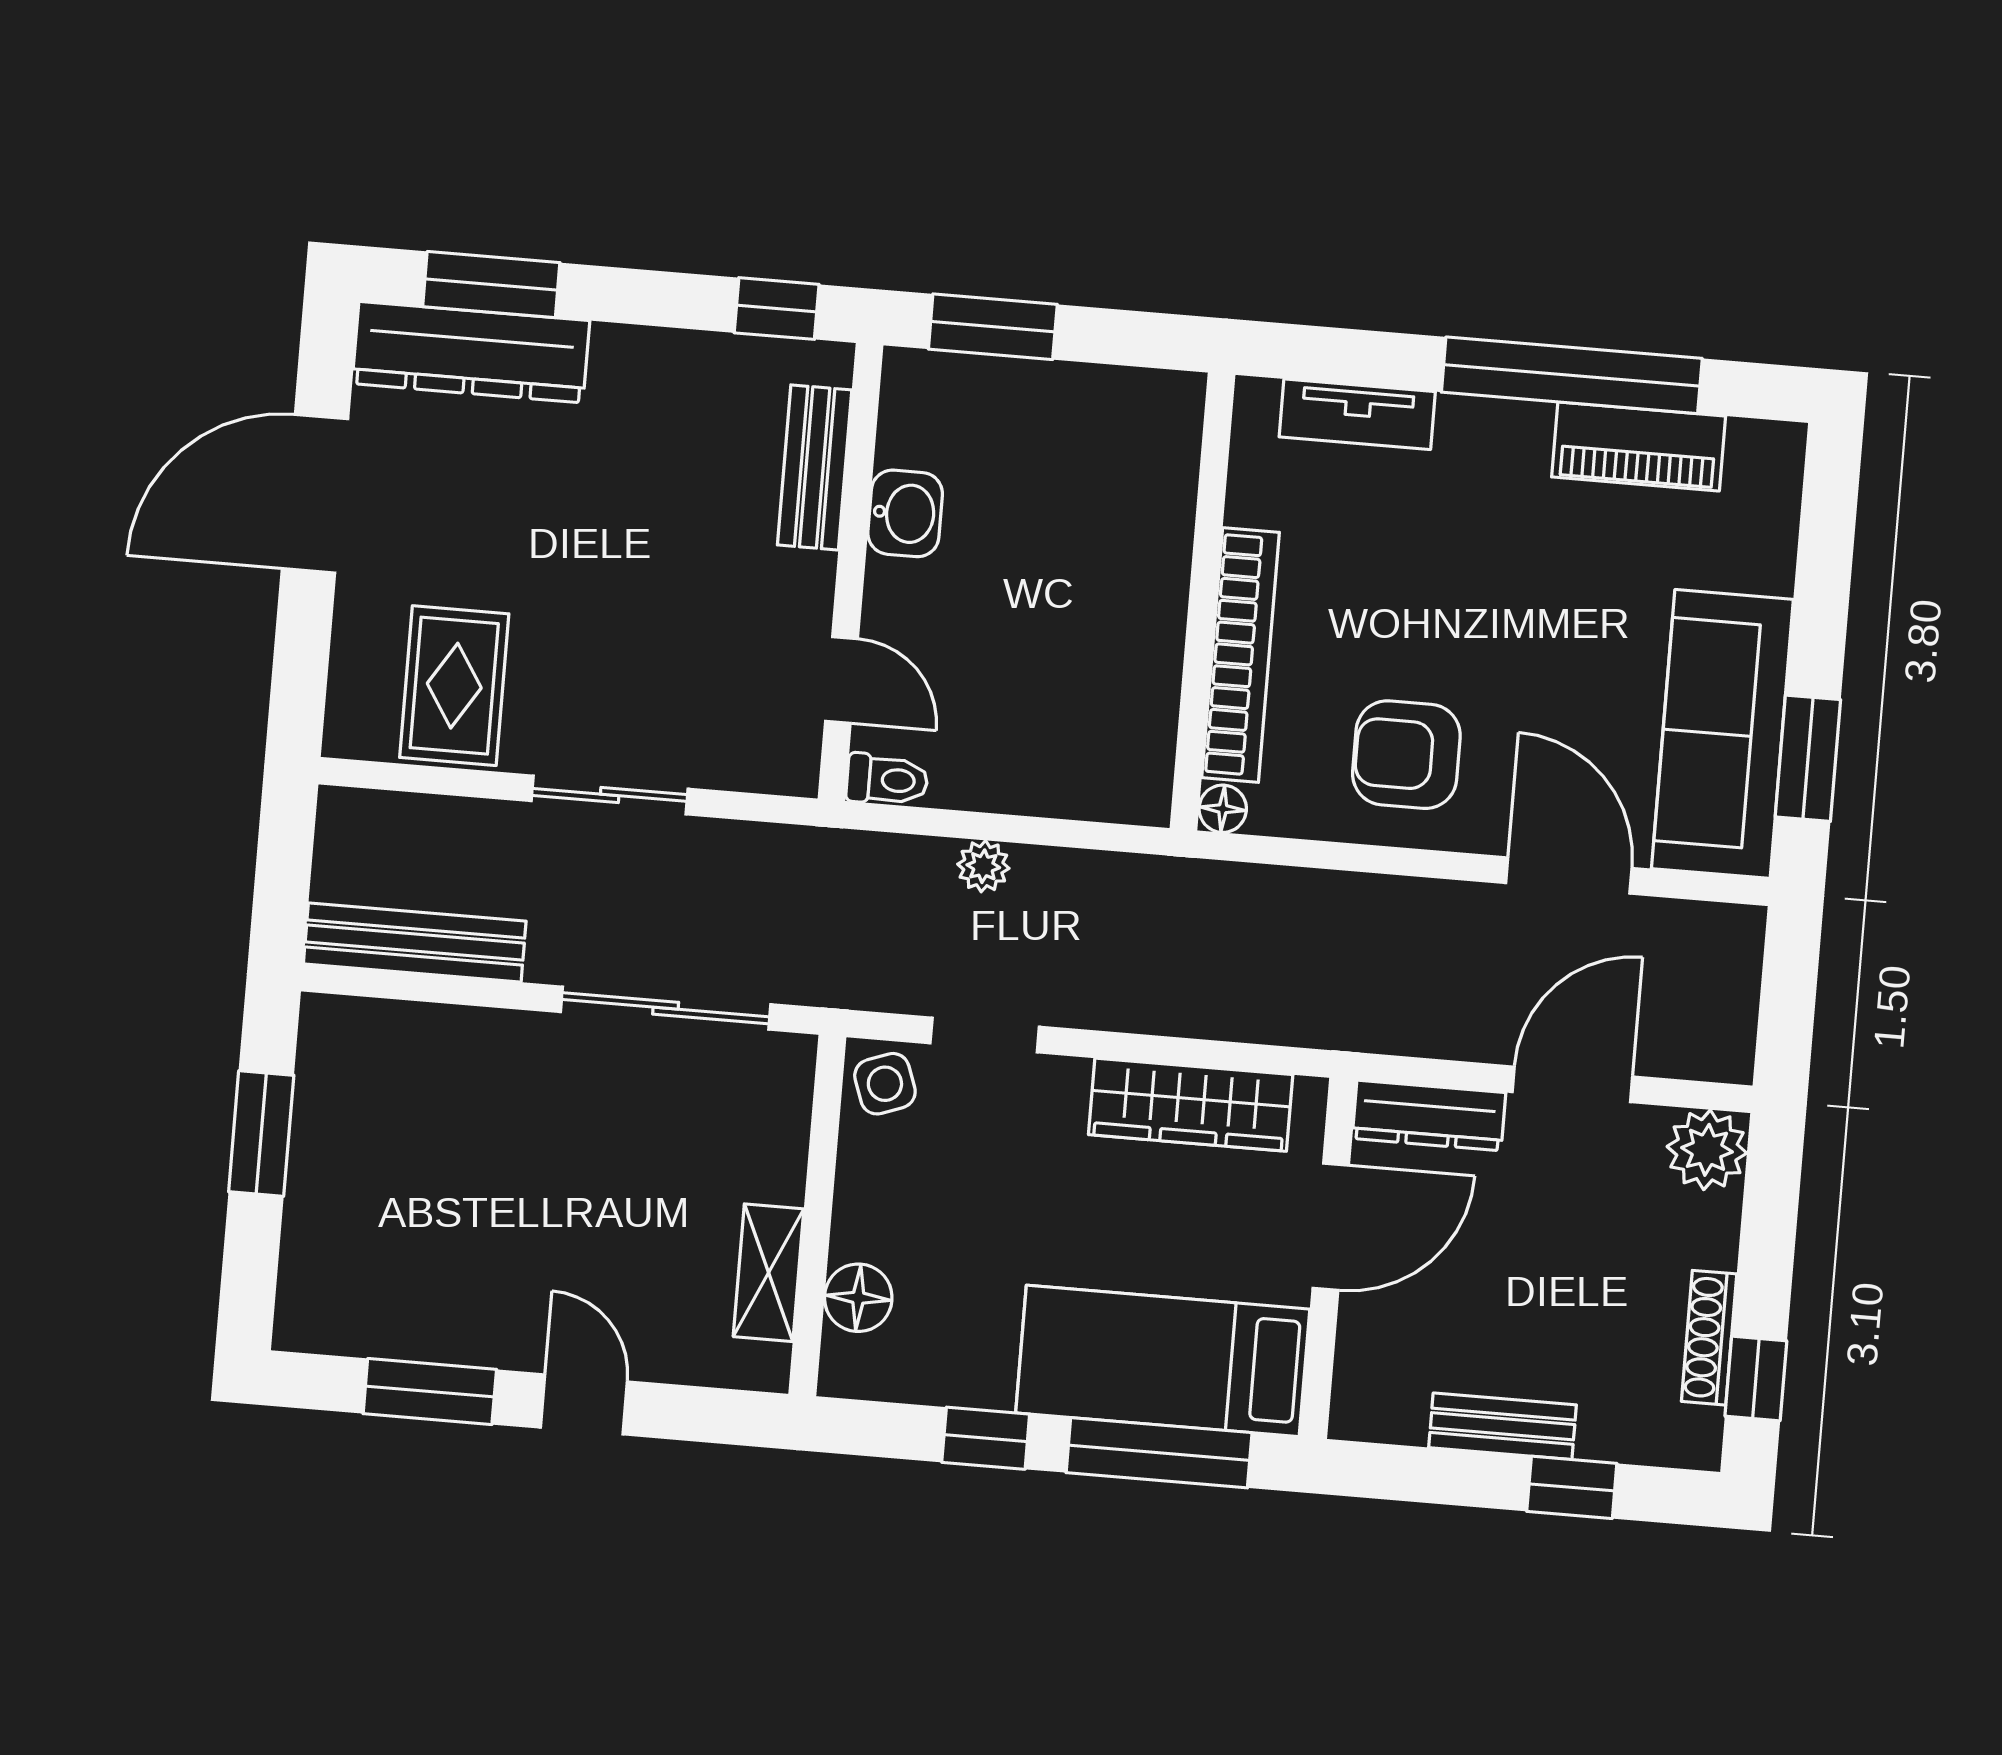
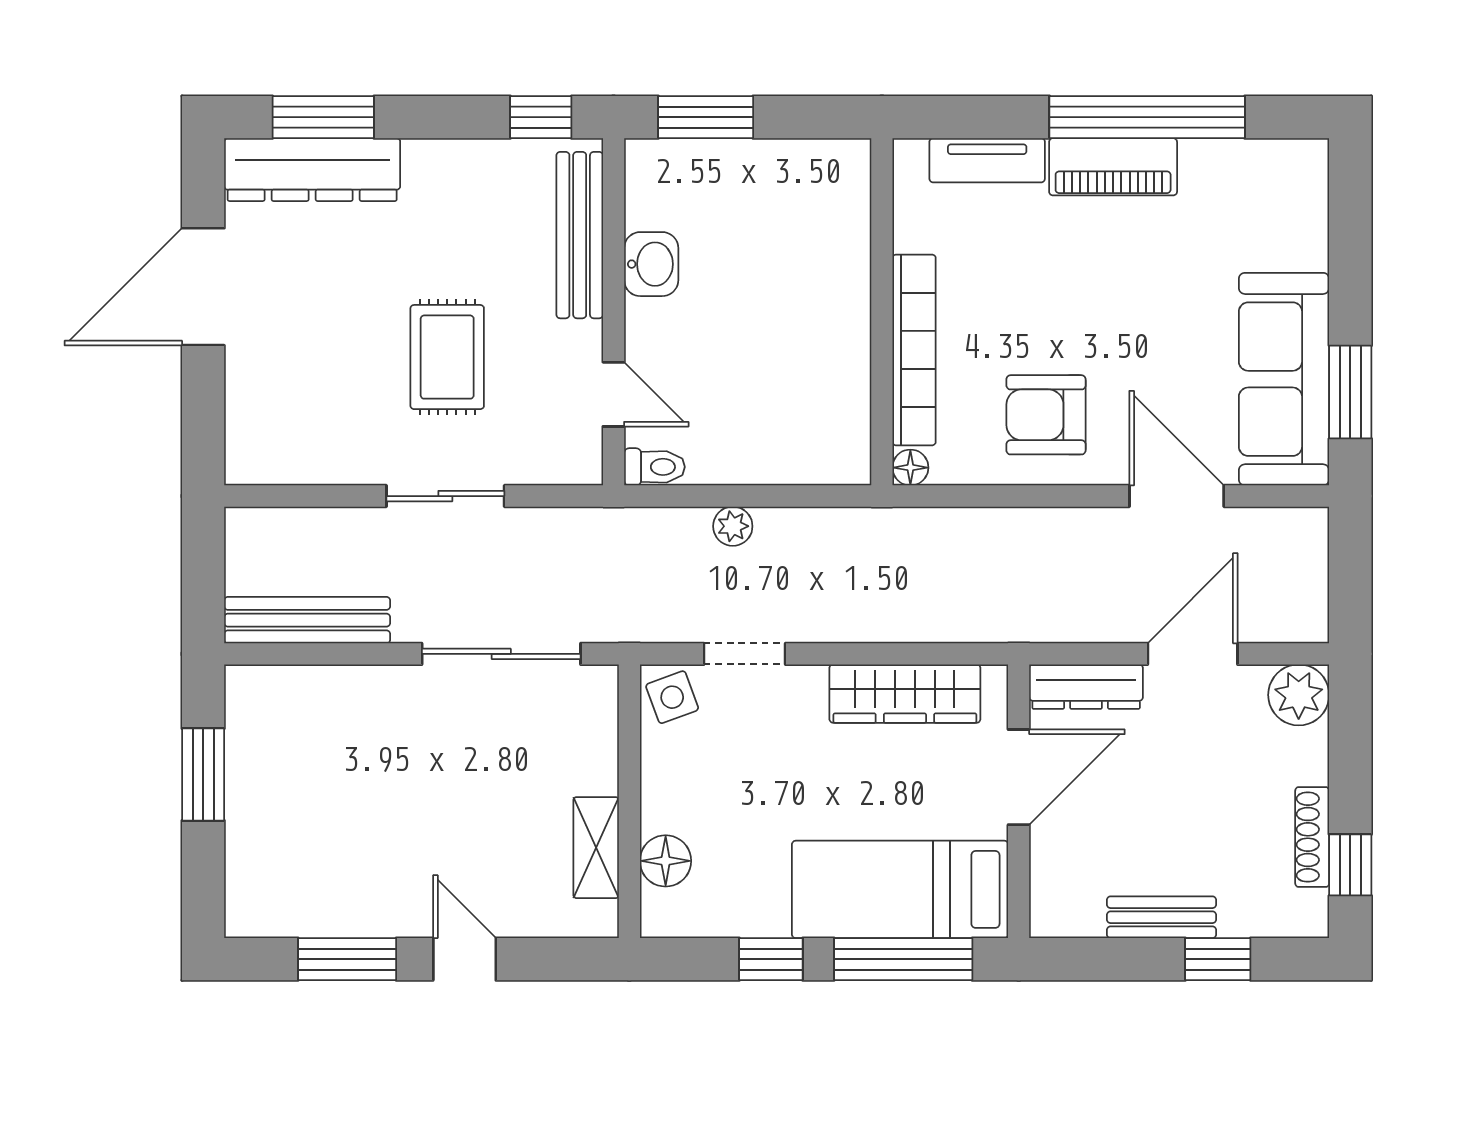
piano: (1639, 446) -> (1113, 167), moved
bench: (815, 467) -> (580, 235), width x1.36
rug: (454, 686) -> (447, 357), moved

